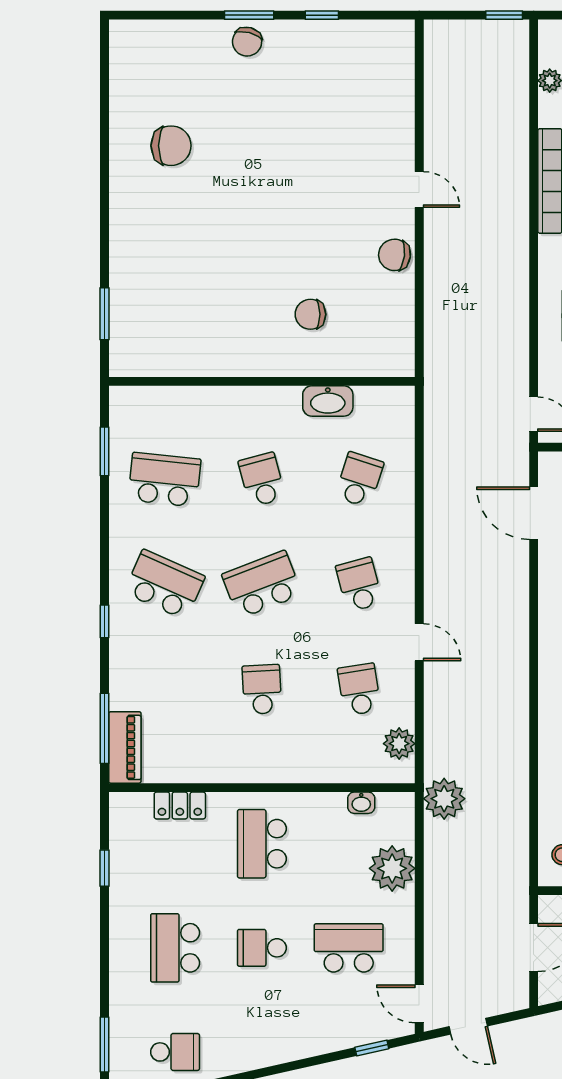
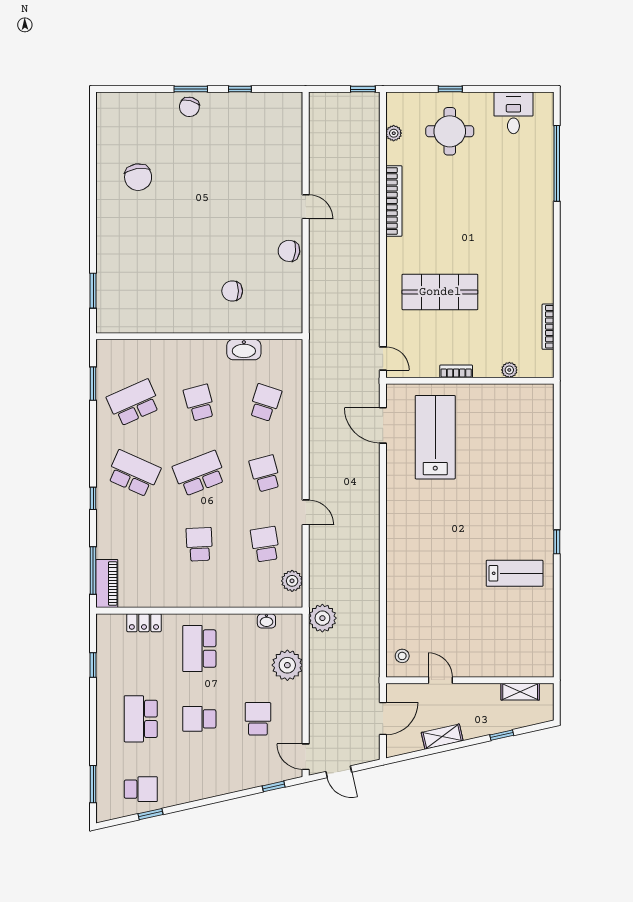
chair: (171, 146) -> (138, 177), turned 81
school desk: (164, 480) -> (134, 403), turned -30
school desk: (349, 948) -> (258, 719), width x0.54

